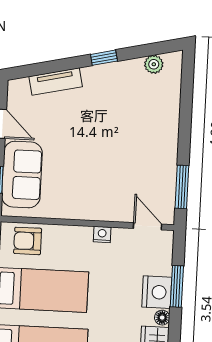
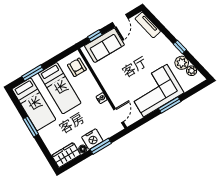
plant: (131, 71) -> (182, 63), added
tv unit: (56, 82) -> (148, 25), moved
corner sofa: (147, 142) -> (155, 91), added
window: (182, 187) -> (170, 105), moved

